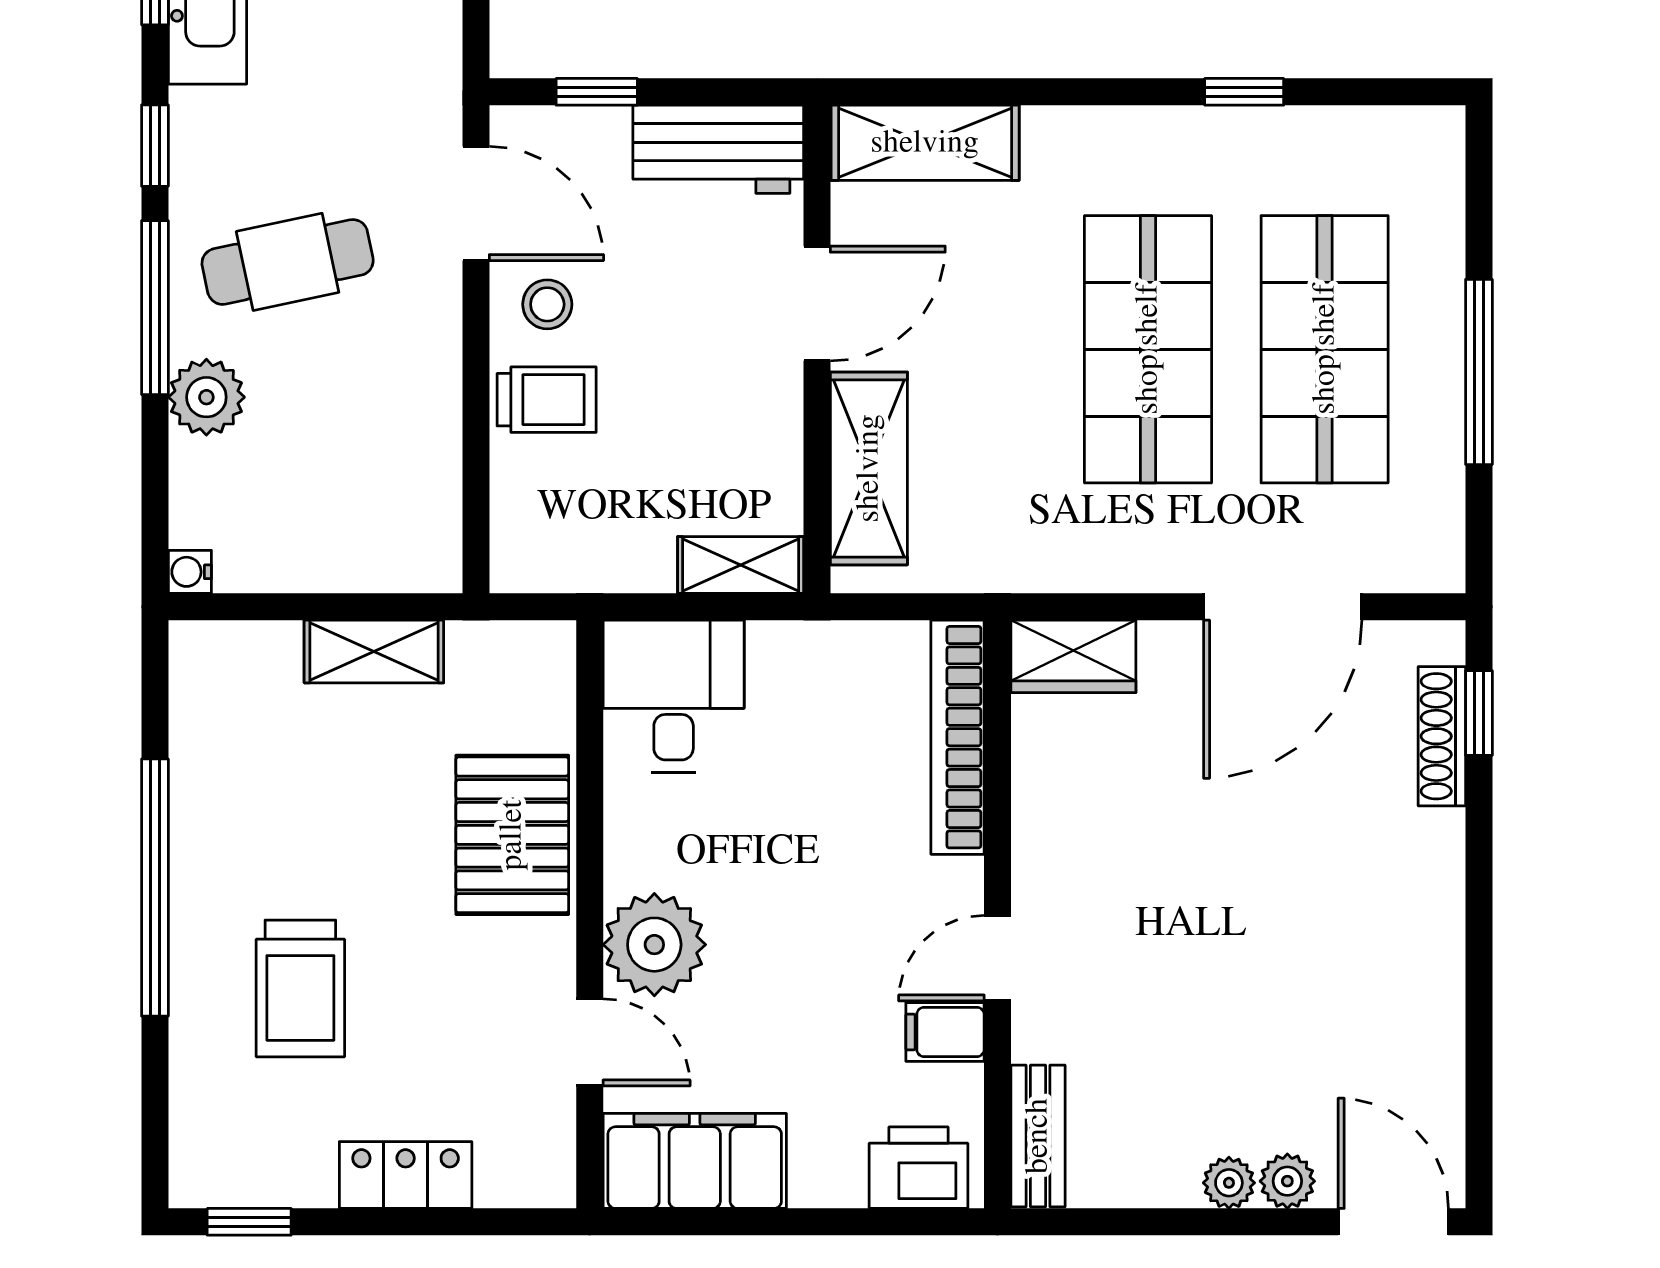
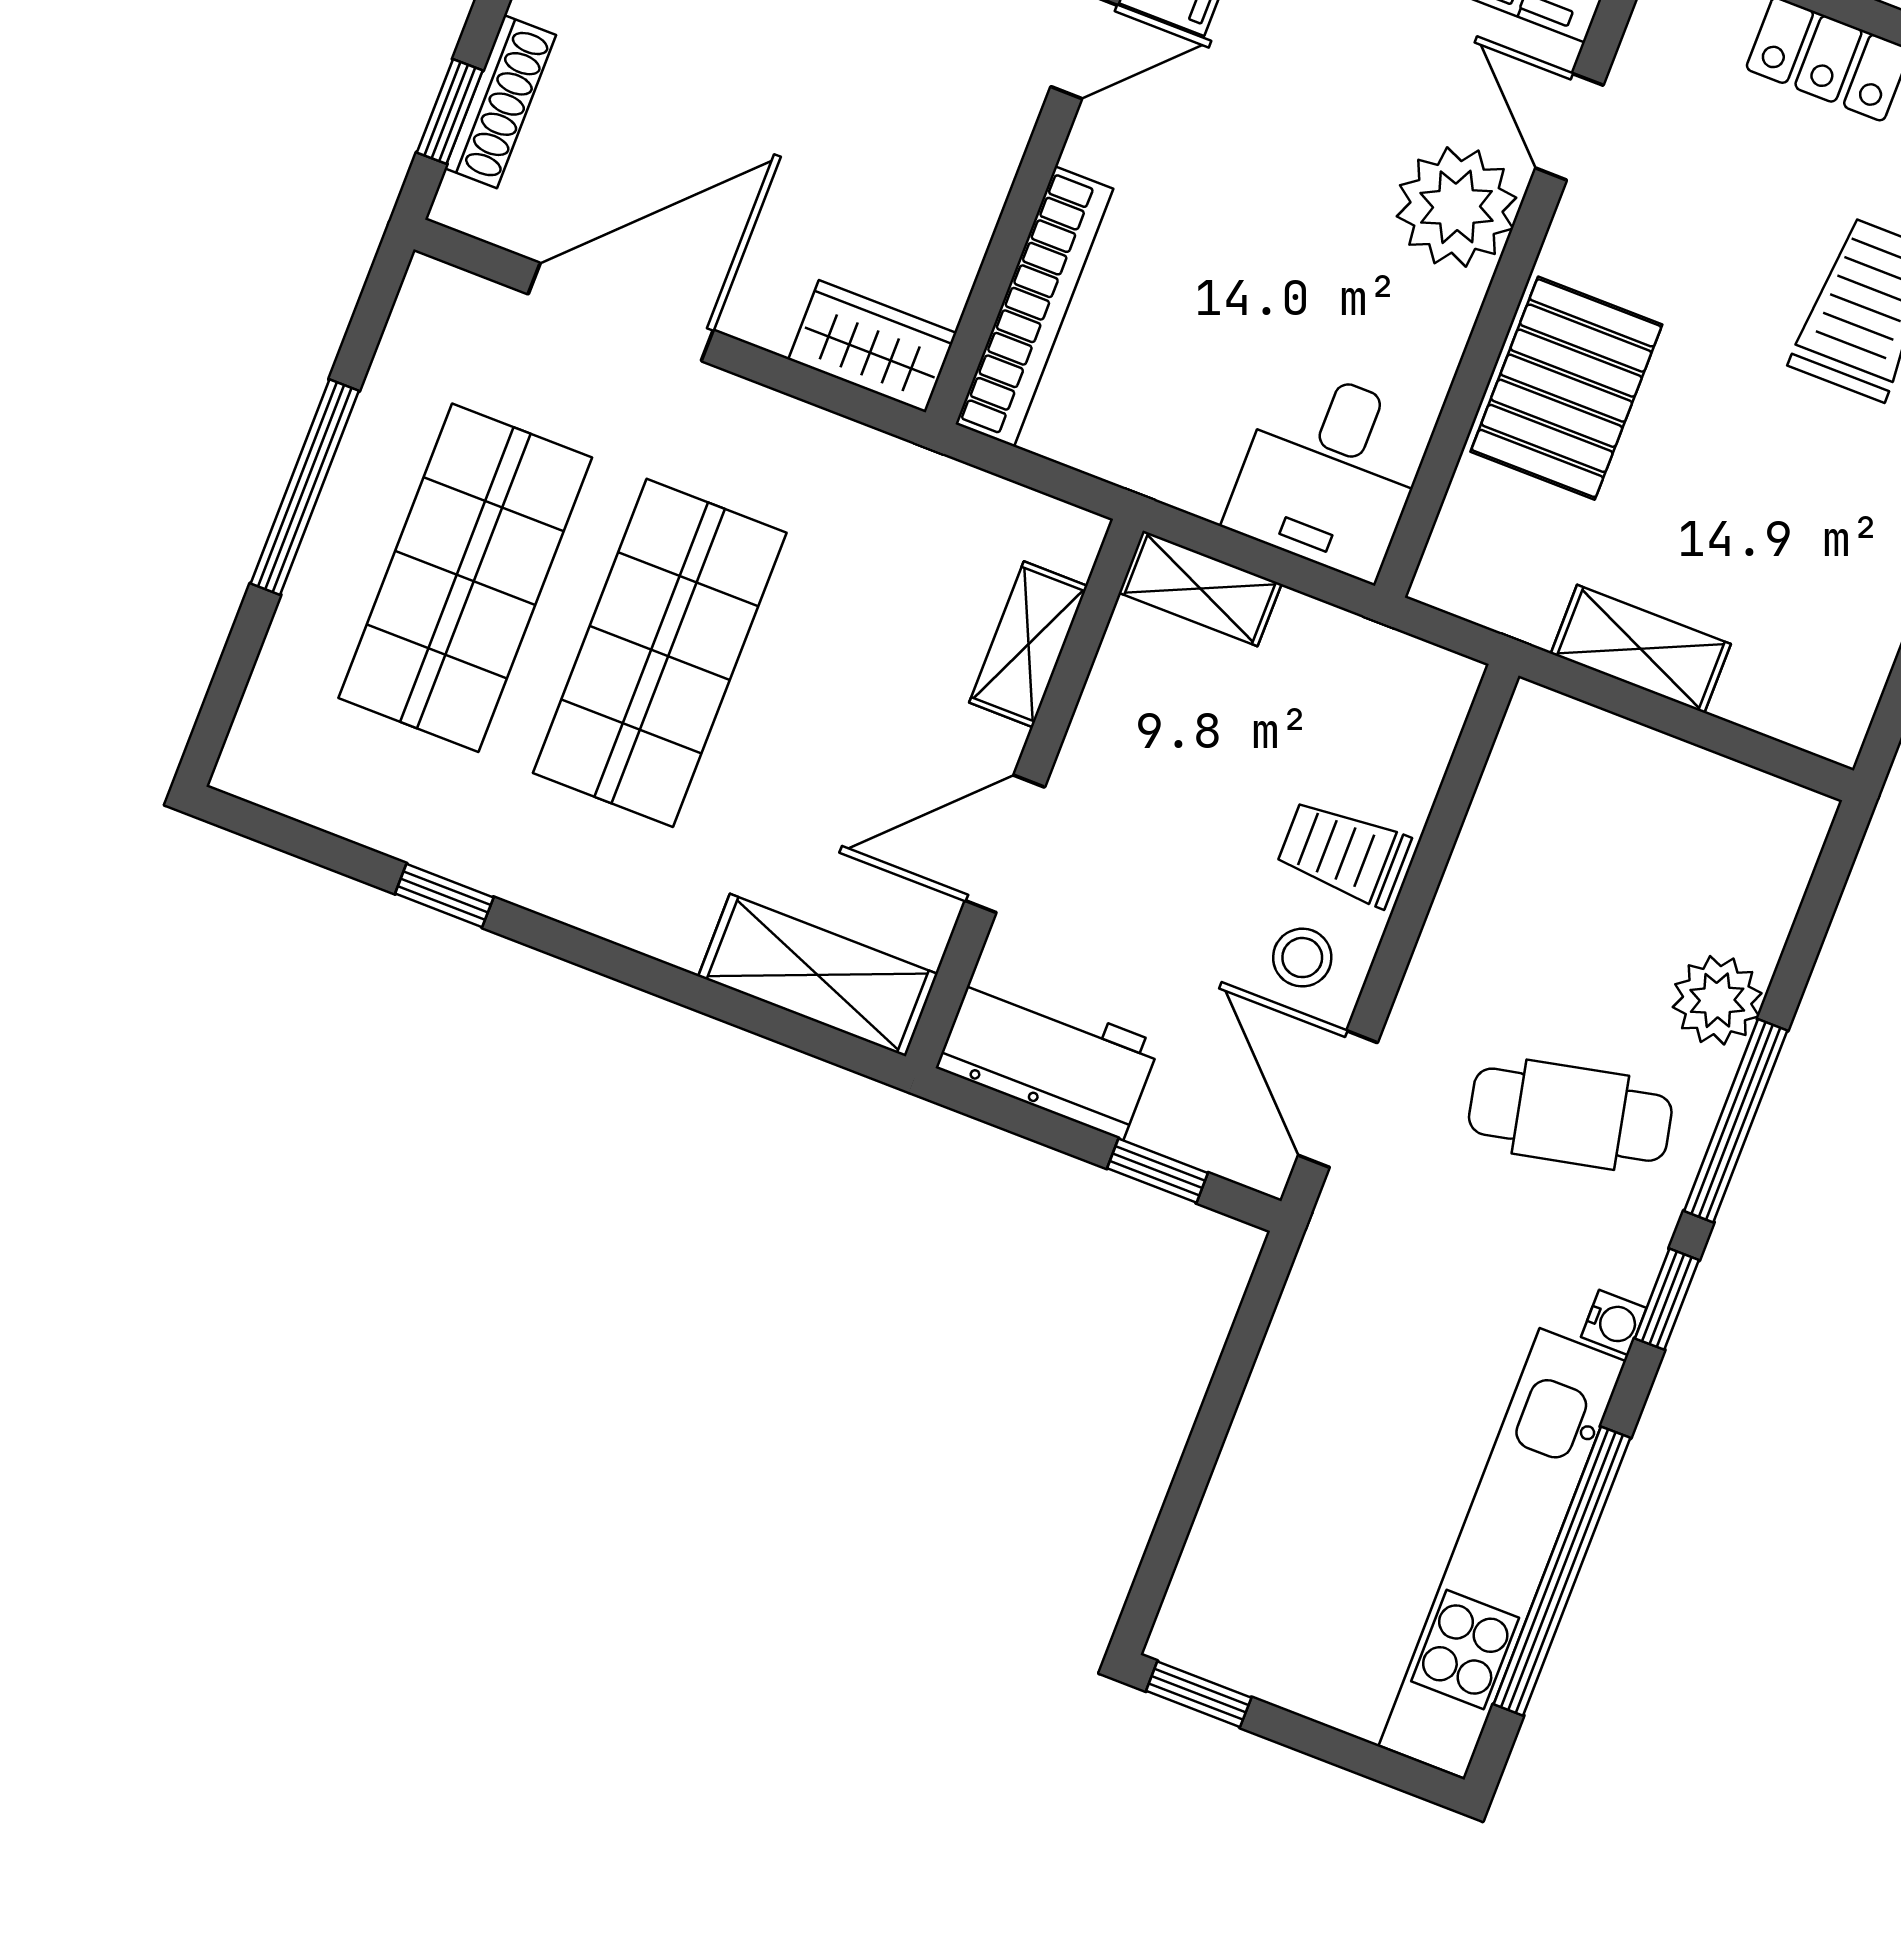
shelving: (869, 468) -> (1028, 644), width x0.67, depth x0.75
water cooler: (190, 572) -> (1614, 1323), moved

